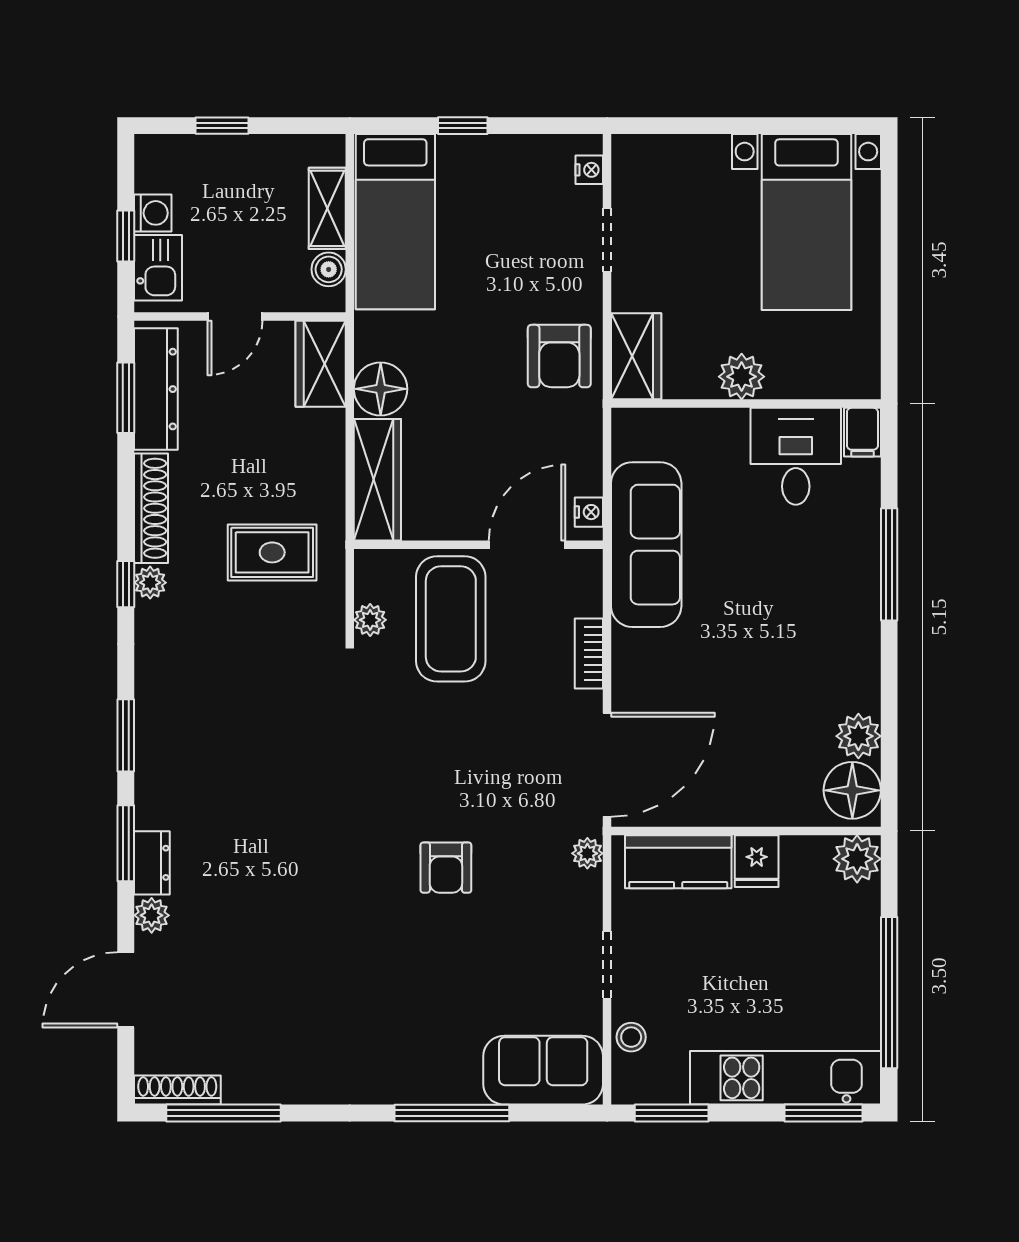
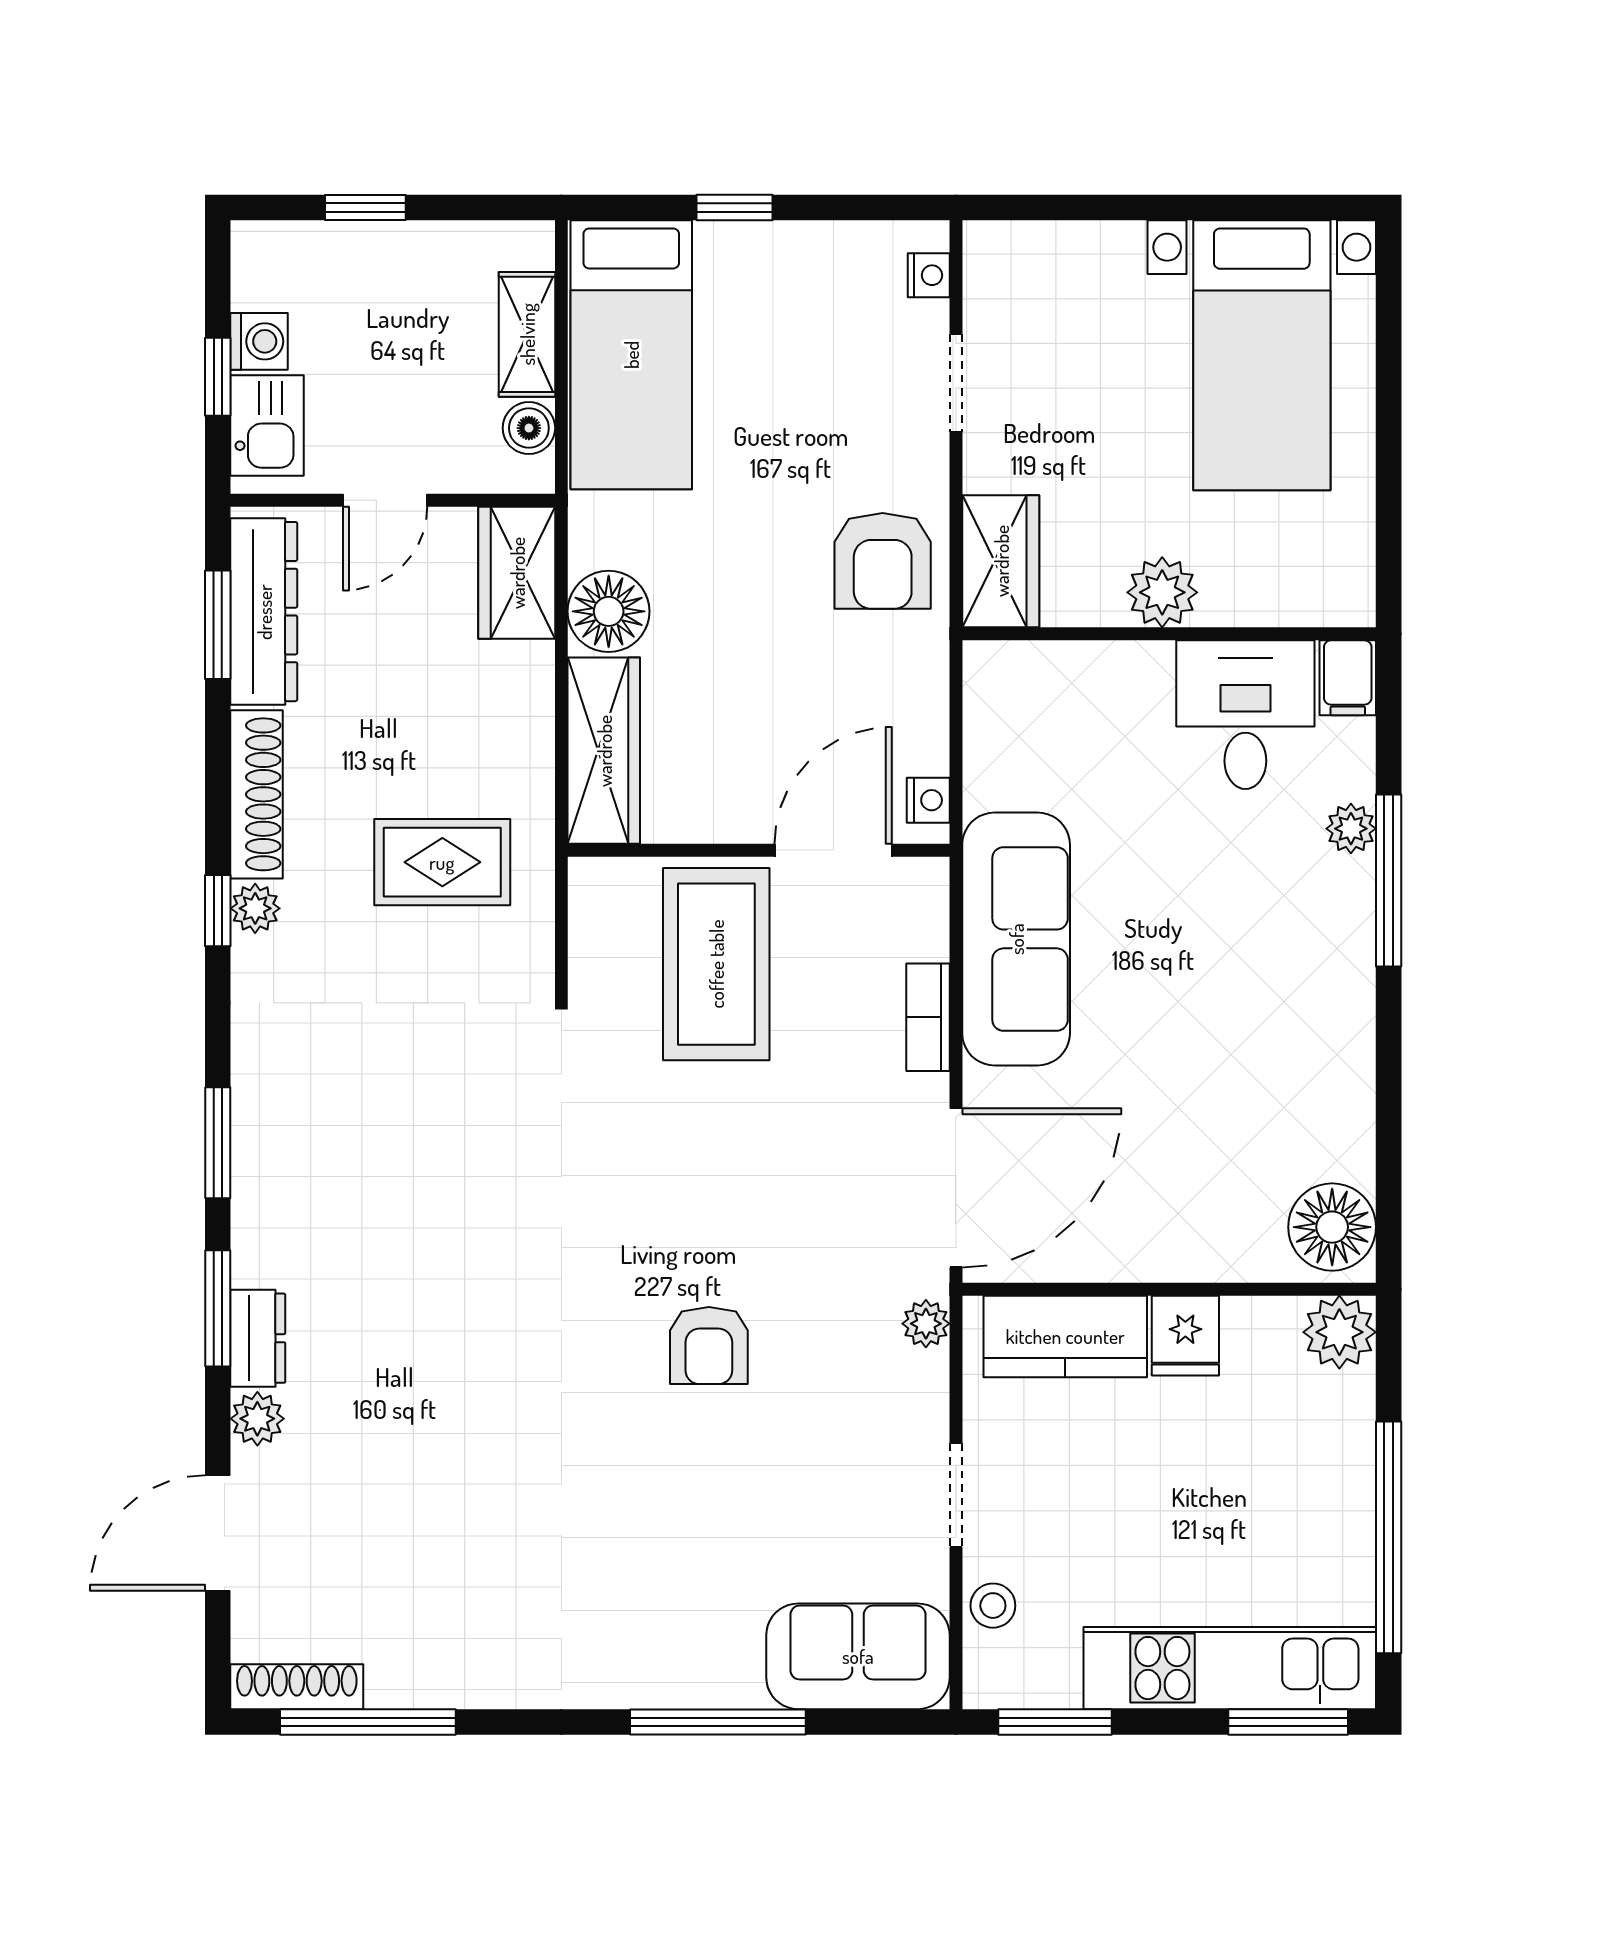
sofa: (646, 545) -> (1016, 939), moved
plant: (370, 620) -> (593, 966), removed
plant: (858, 736) -> (1351, 829), moved, width x0.73, depth x0.73

